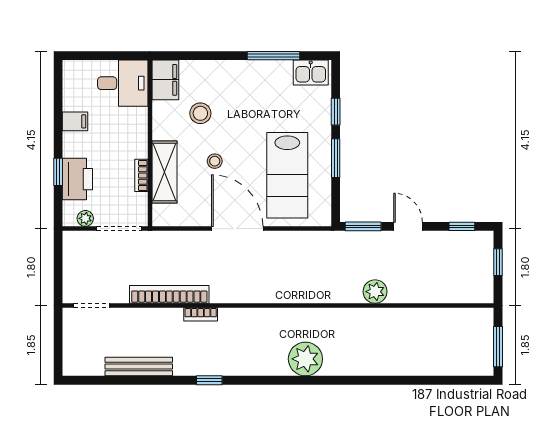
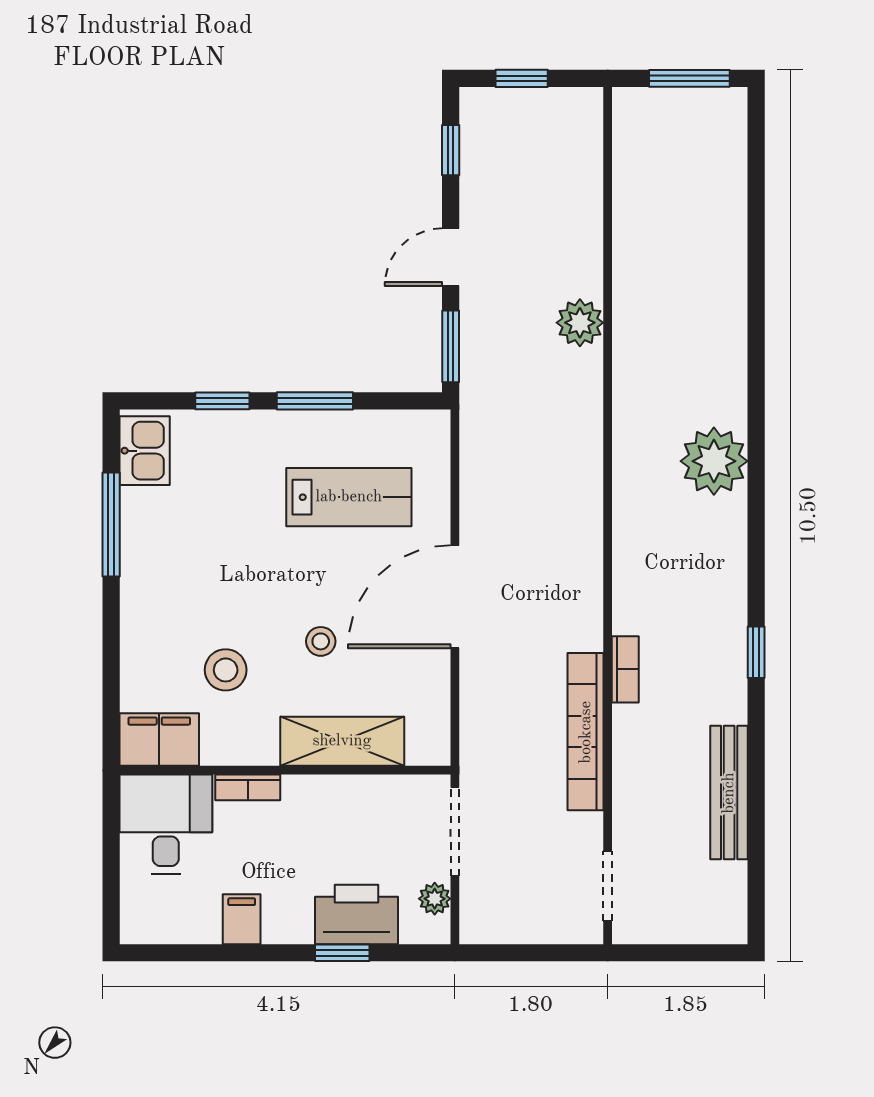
bookcase: (141, 175) -> (248, 787), moved
lab bench: (287, 175) -> (349, 497), width x0.73, depth x0.72

